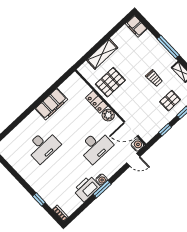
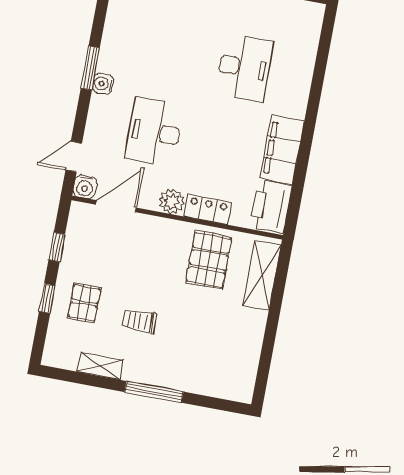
filing cabinet: (136, 26) -> (234, 388), removed
shelving: (102, 54) -> (262, 275), moved
desk: (43, 146) -> (244, 68), turned 180
printer: (87, 189) -> (271, 207), moved, turned 180

